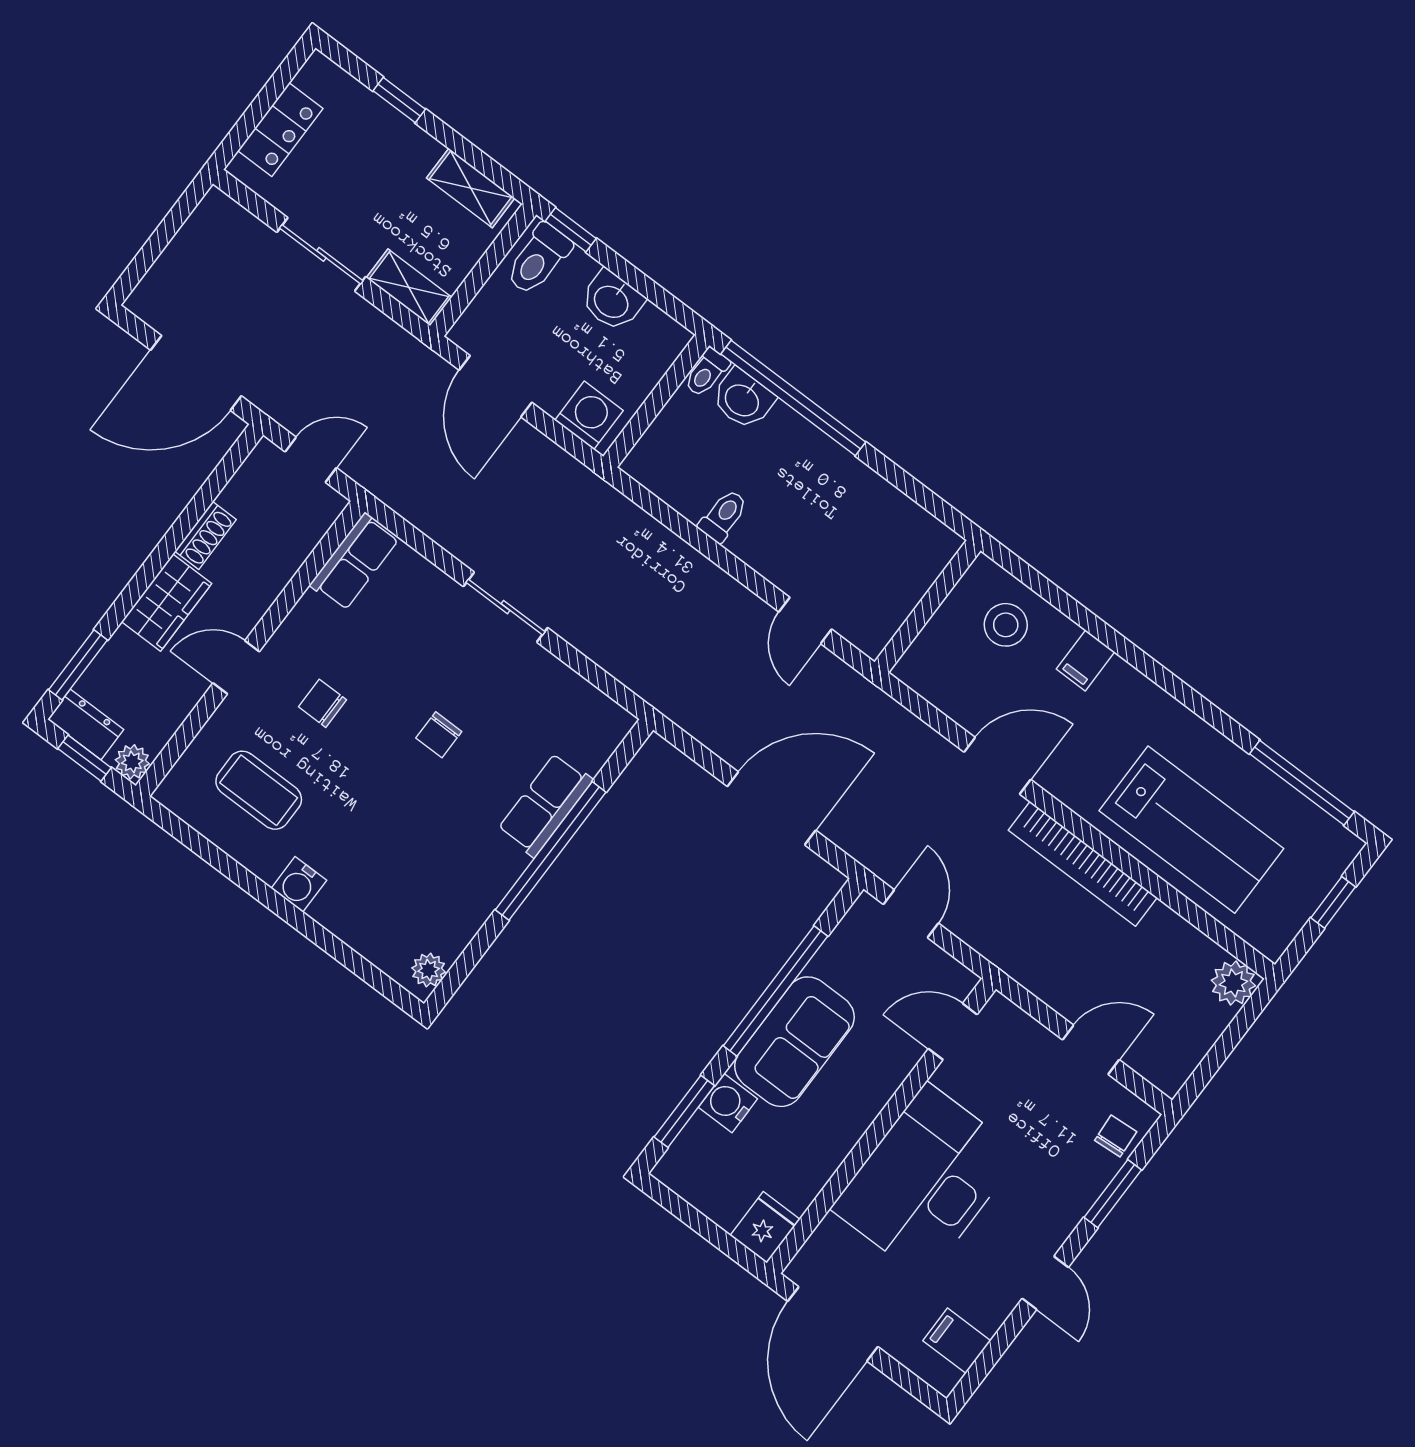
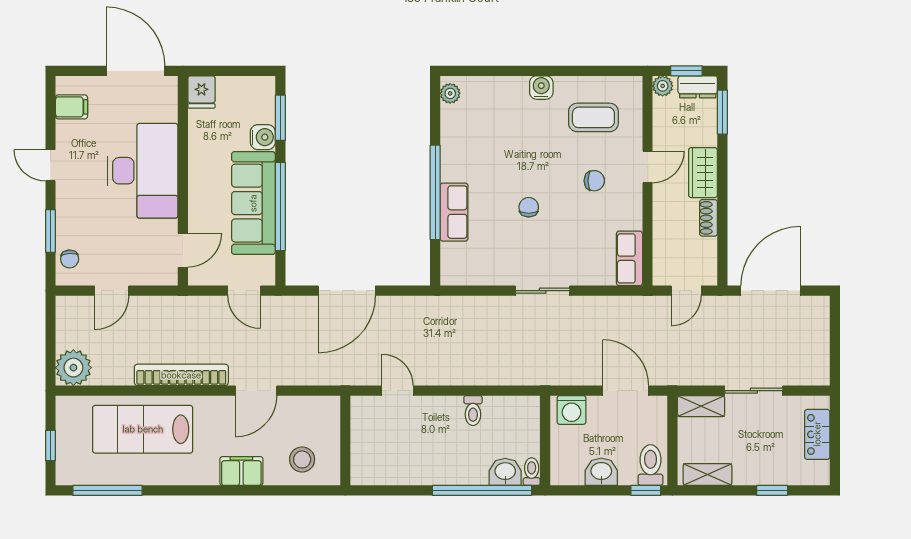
filing cabinet: (1085, 660) -> (241, 471), width x2.00
plant: (1233, 983) -> (73, 368), width x1.36, depth x1.36
sofa: (794, 1042) -> (253, 203), width x1.36

